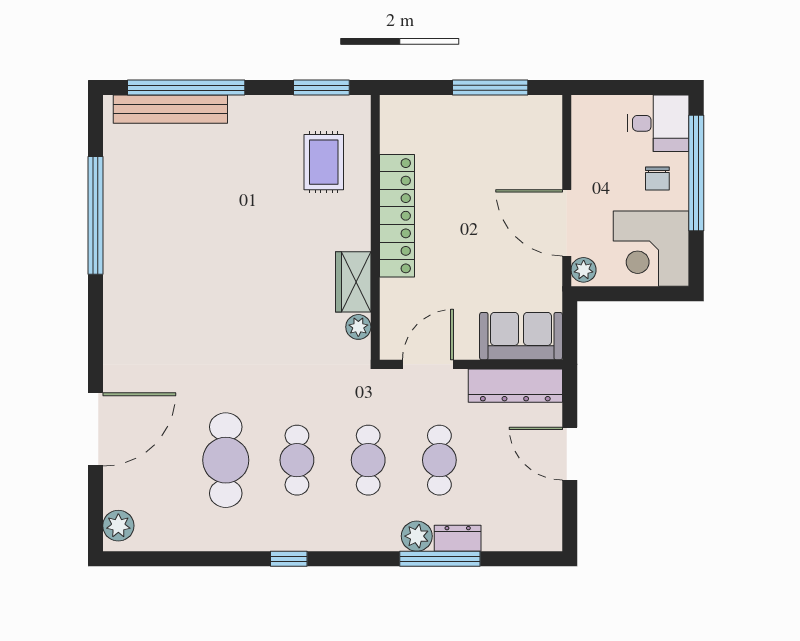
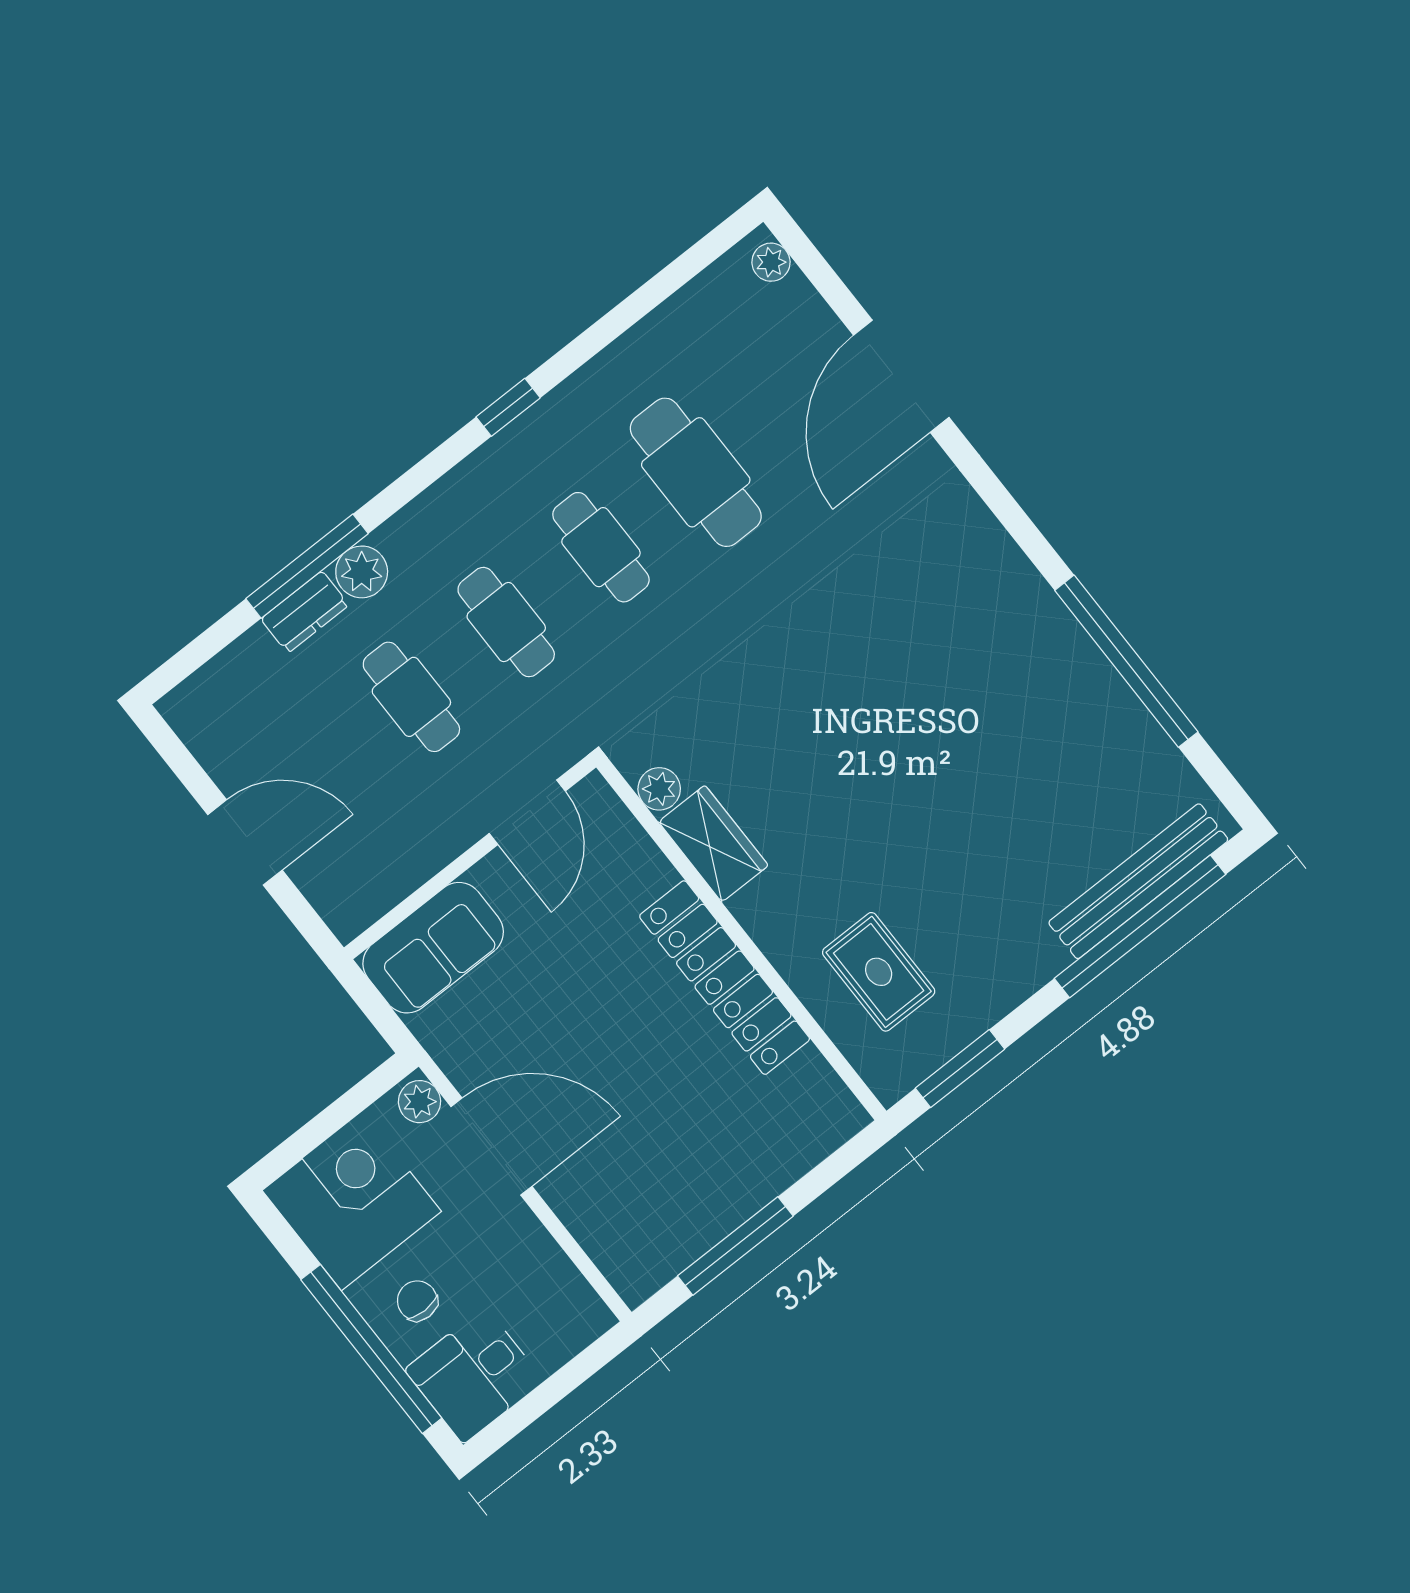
dresser: (515, 386) -> (389, 876), removed
plant: (118, 526) -> (771, 262), width x0.73, depth x0.73

